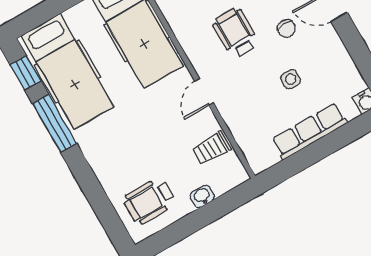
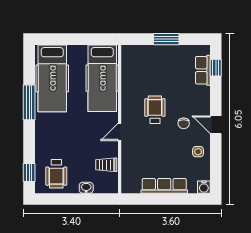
window: (25, 73) -> (29, 173), moved
side table: (291, 79) -> (198, 152), moved
wheelchair: (149, 201) -> (56, 174), turned -90

